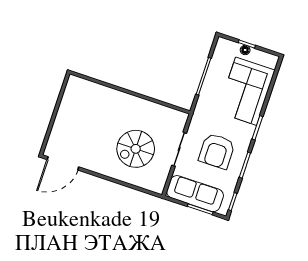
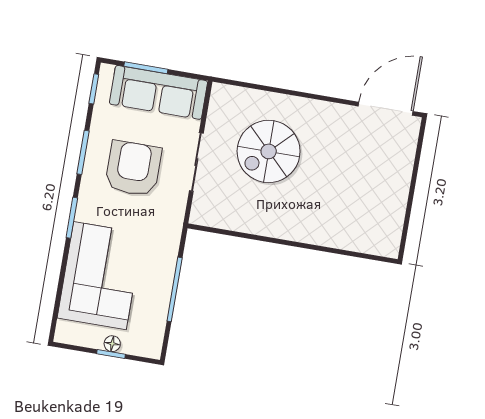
spiral stairs: (136, 149) -> (269, 151), turned 180

